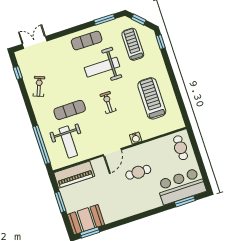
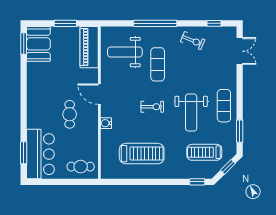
treadmill: (133, 44) -> (204, 152), turned 180
weight bench: (102, 67) -> (191, 113), turned 180
window: (41, 145) -> (155, 23), moved

